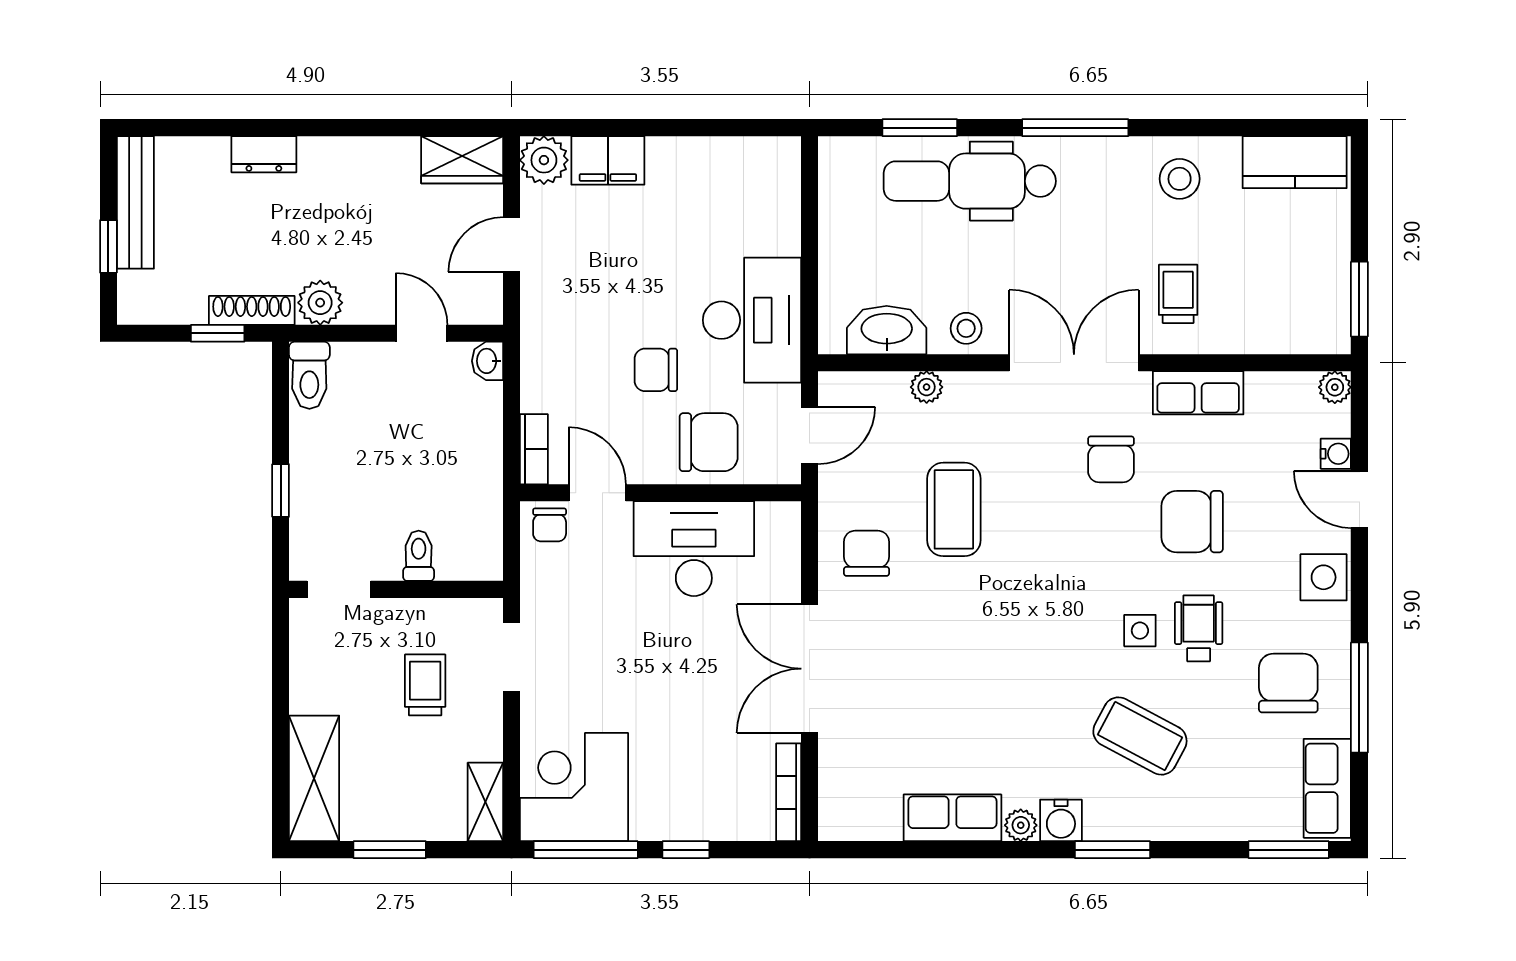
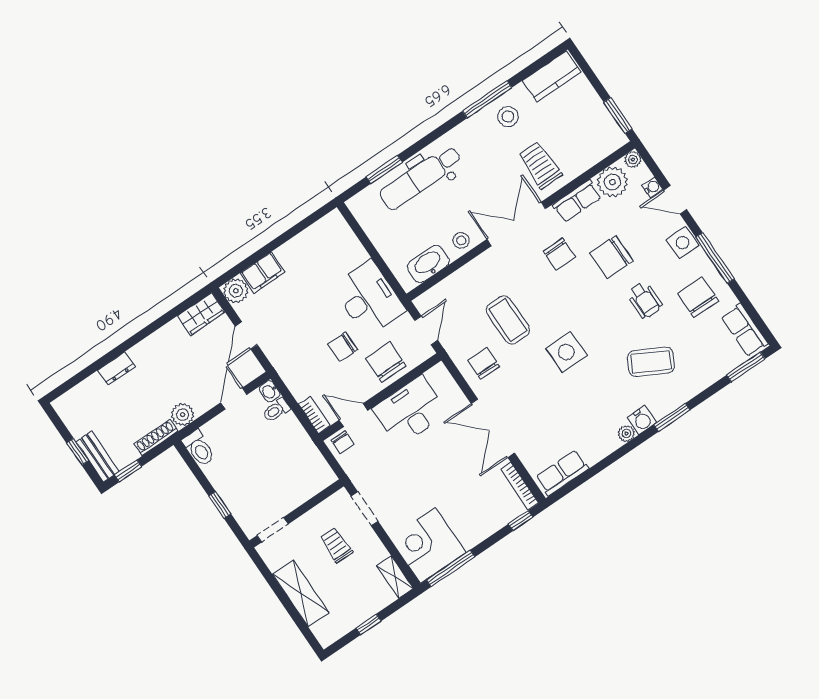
window: (1075, 128) -> (487, 99), moved
bench: (135, 202) -> (97, 457), moved, width x0.73
trolley: (1178, 294) -> (540, 165), width x1.36, depth x1.39
window: (218, 333) -> (128, 471), moved
door: (422, 333) -> (234, 399), hinge flipped
plant: (927, 387) -> (612, 182), moved, width x1.87, depth x1.87
chair: (709, 442) -> (386, 362), turned -90
toilet: (419, 556) -> (276, 410), moved, turned -90
wheelchair: (1199, 628) -> (645, 300), turned 180
side table: (1140, 631) -> (566, 352), moved, width x1.87, depth x1.87
window: (1359, 698) -> (715, 258), moved
shelving: (314, 778) -> (301, 593), moved
row of seats: (952, 818) -> (562, 473), moved
window: (390, 850) -> (368, 624), width x0.67
window: (686, 850) -> (521, 521), moved

